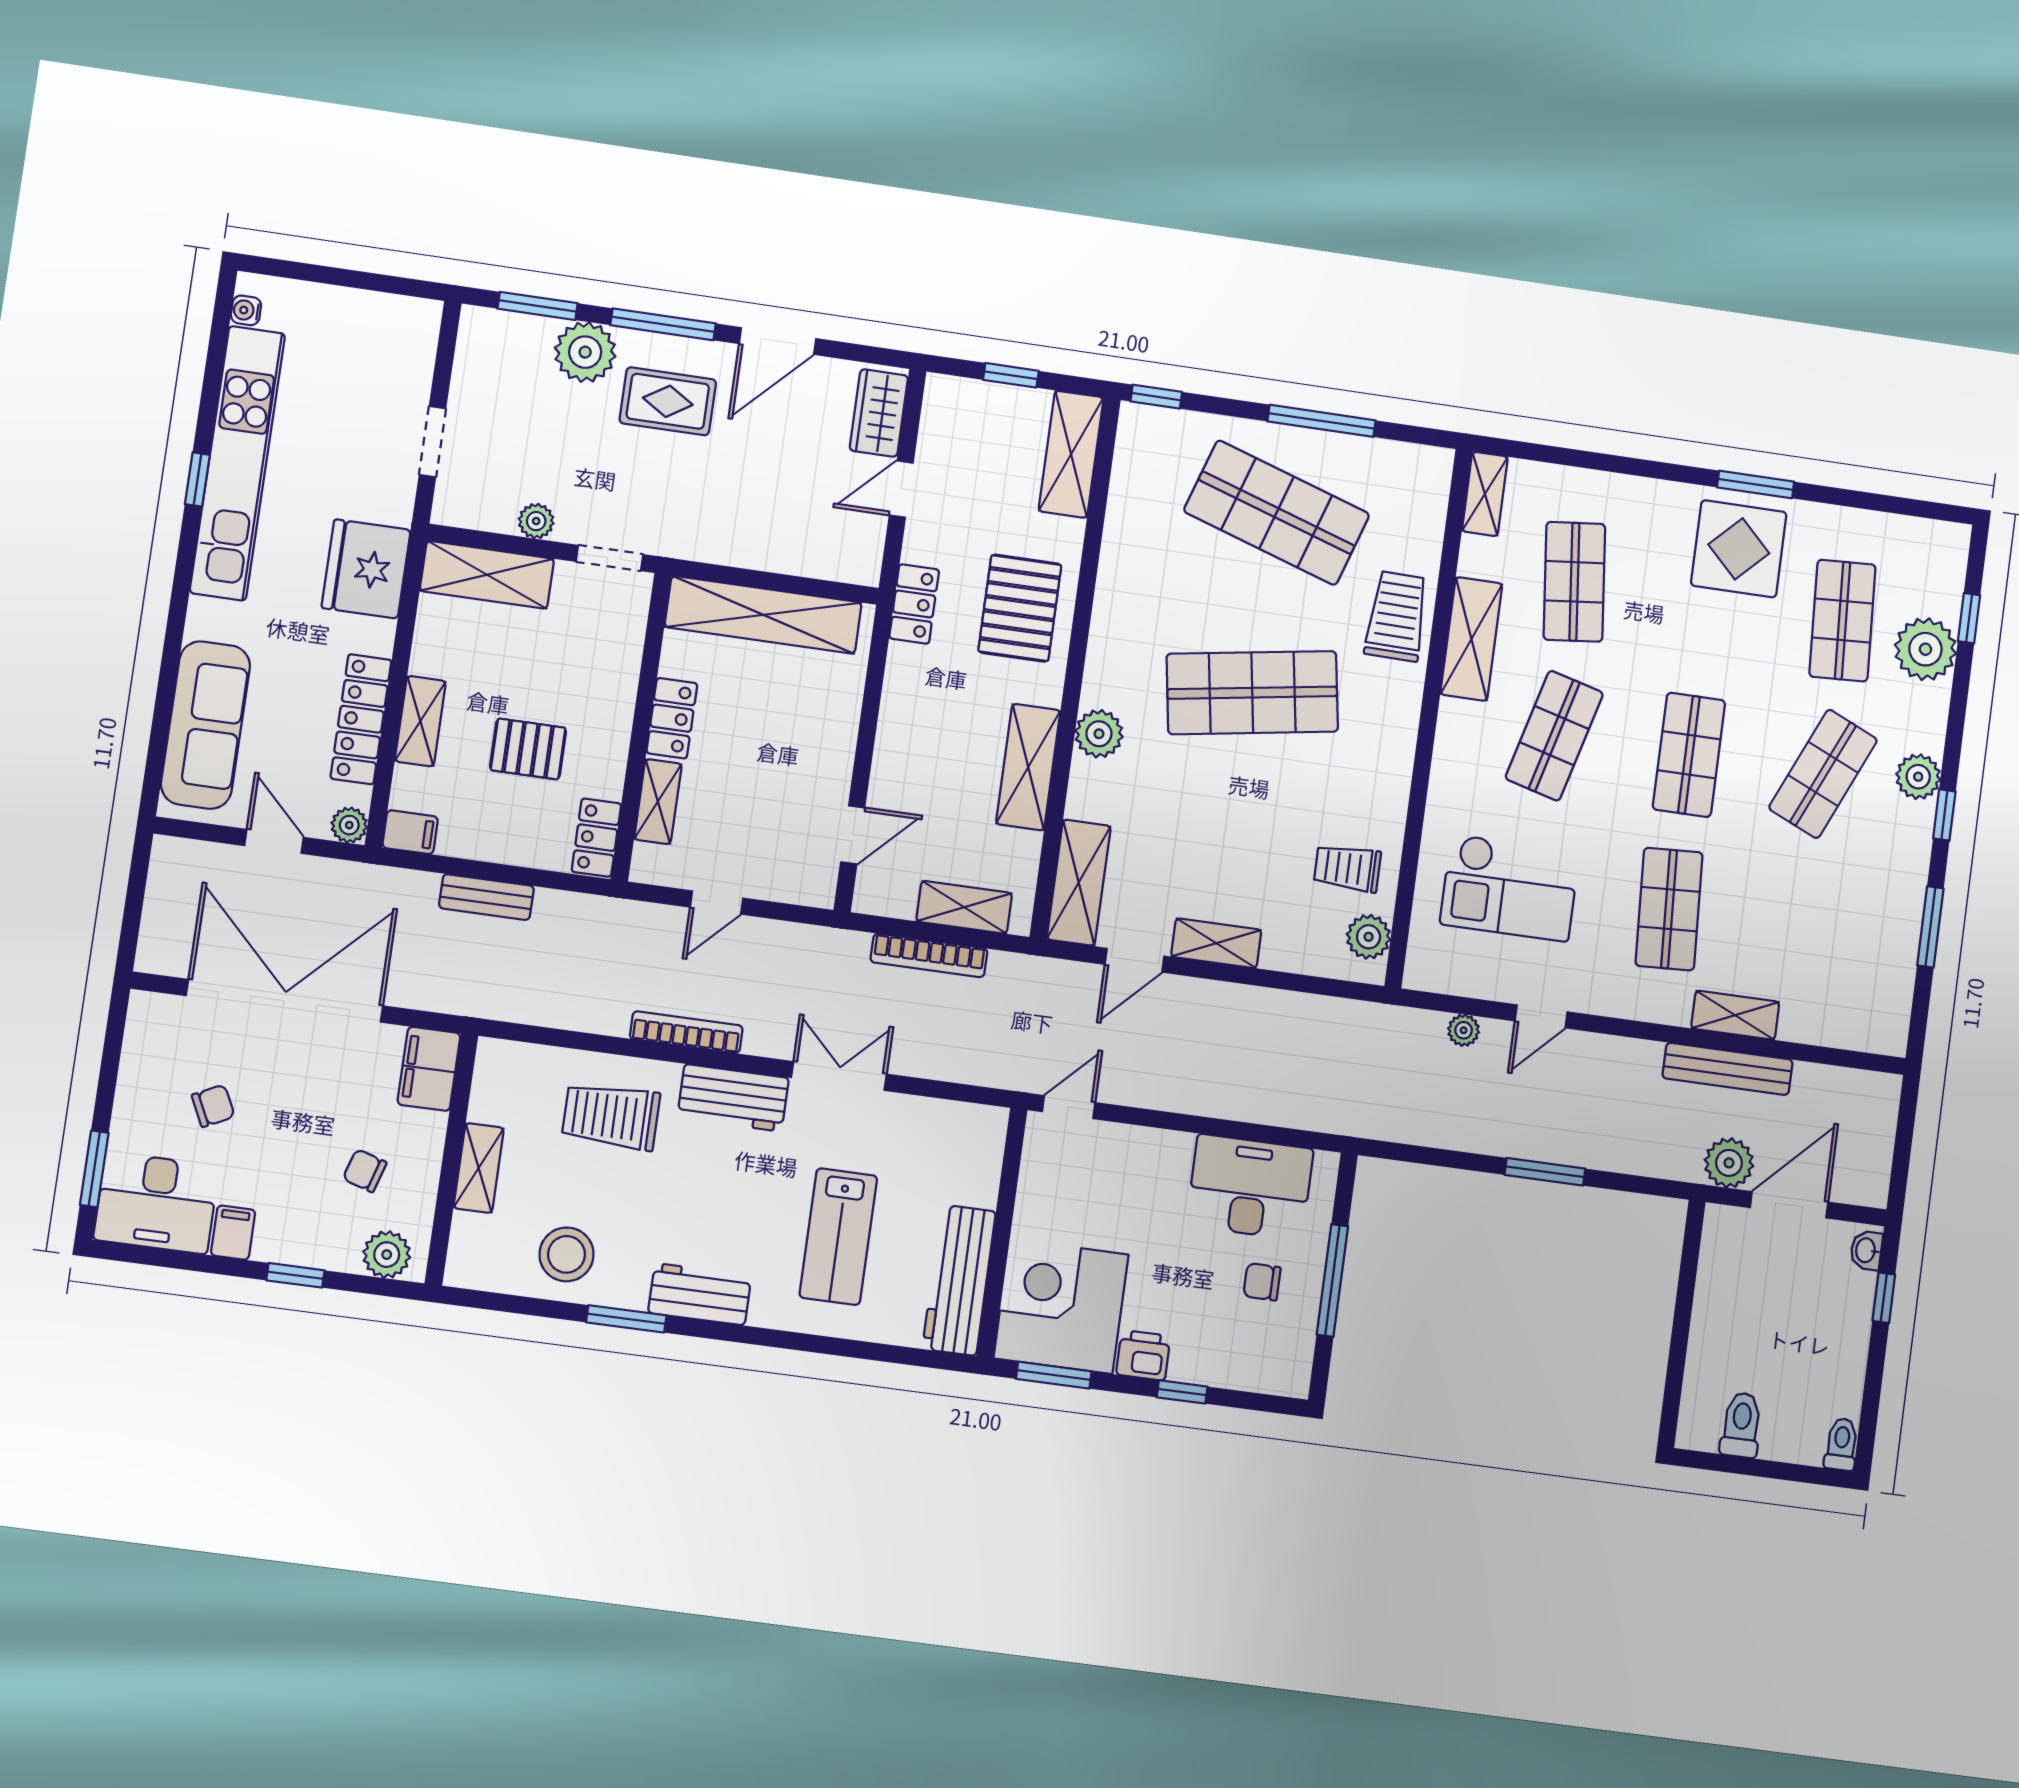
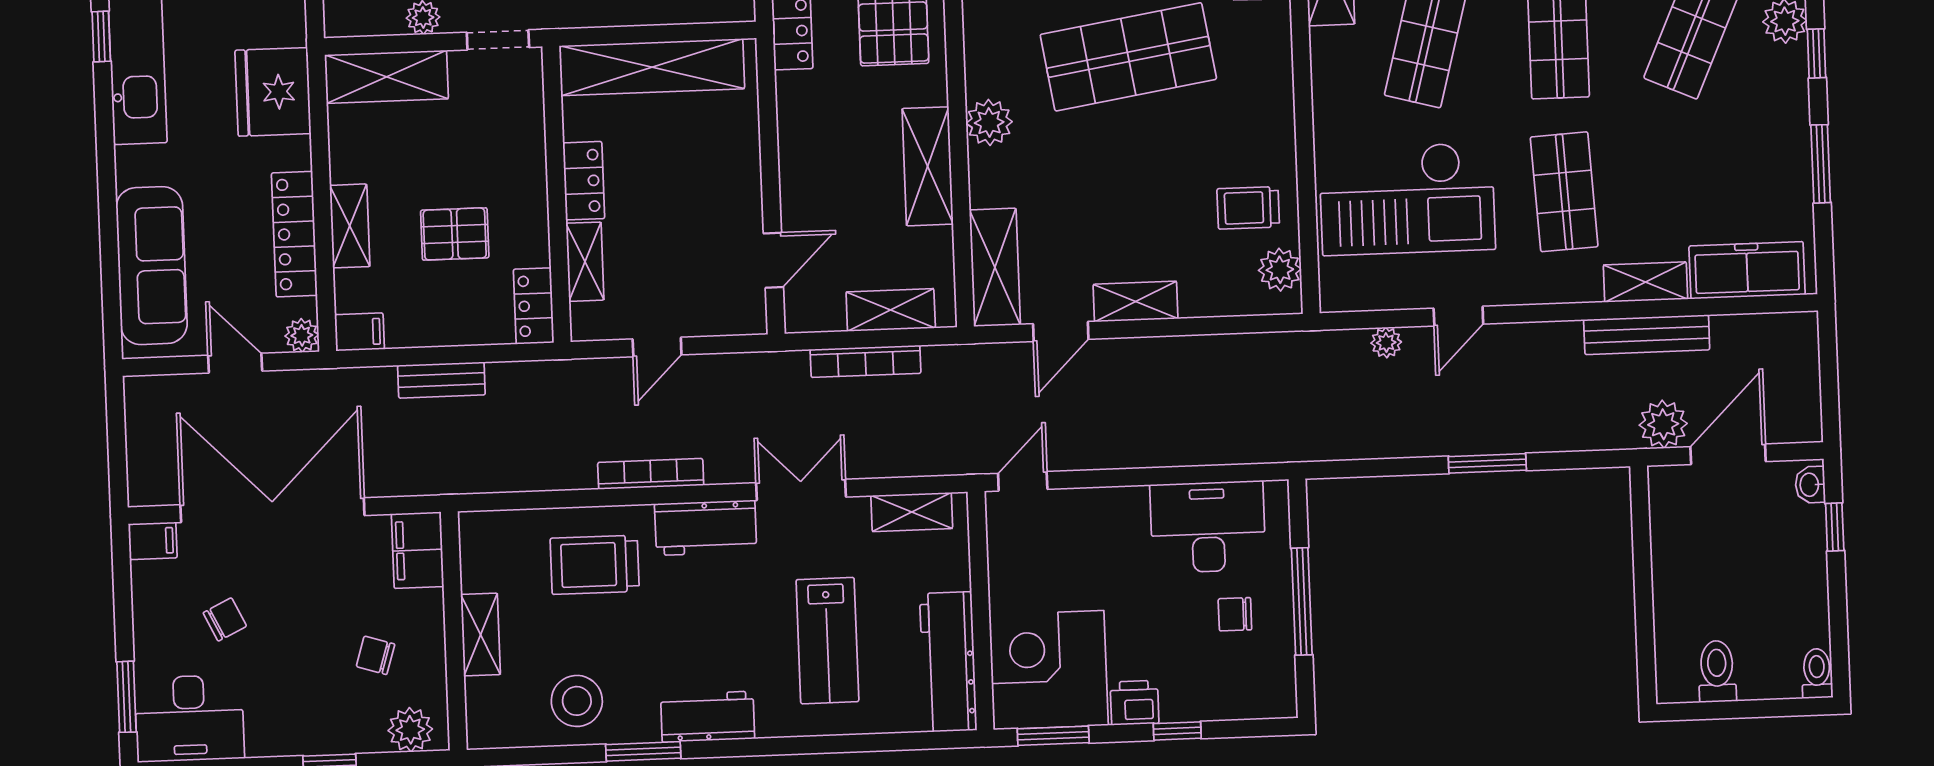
checkout: (1510, 888) -> (1407, 199), width x1.36, depth x1.21
freezer: (1839, 1021) -> (1747, 270), added
shelving: (949, 1119) -> (912, 512), added
filing cabinet: (233, 1233) -> (153, 541), moved, turned 90

